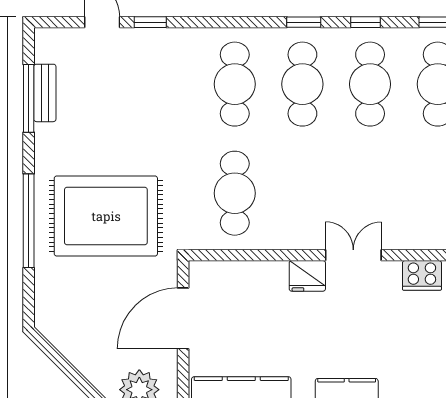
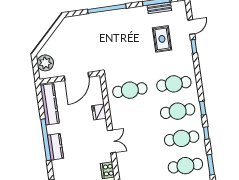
rug: (106, 216) -> (162, 39), moved, width x0.54, depth x0.49
fridge: (307, 276) -> (99, 112), moved
door: (183, 318) -> (76, 77), swing flipped

